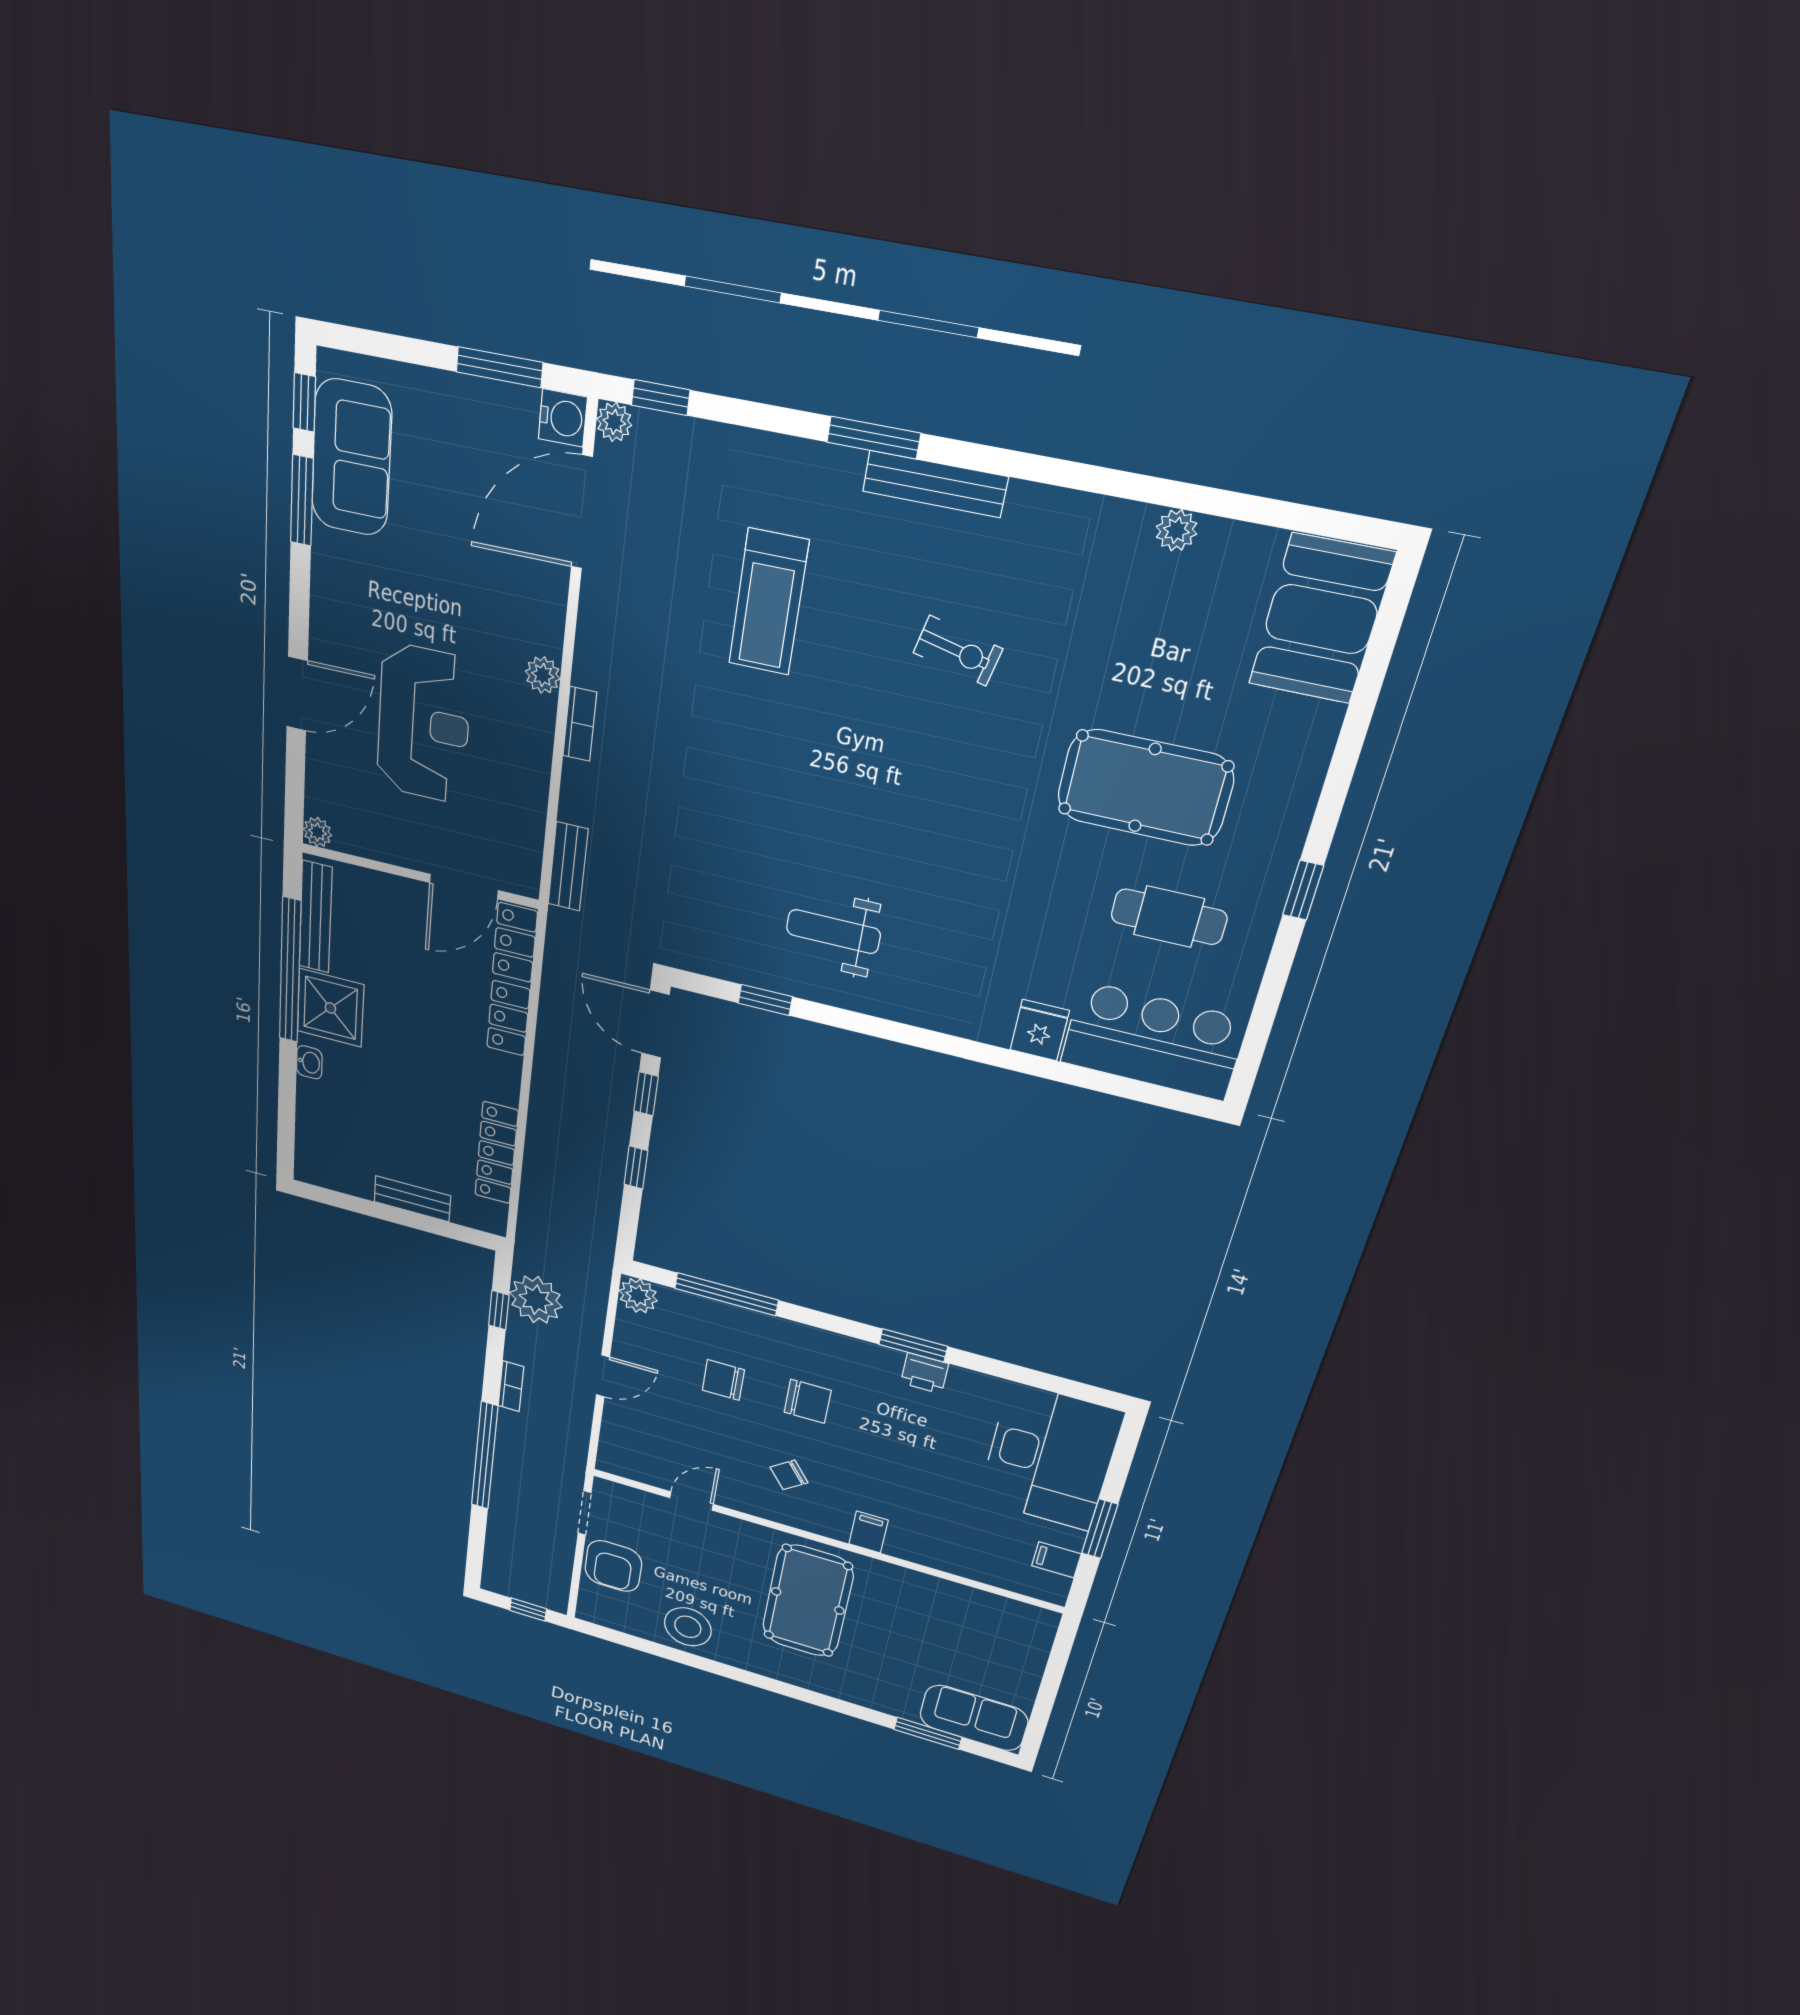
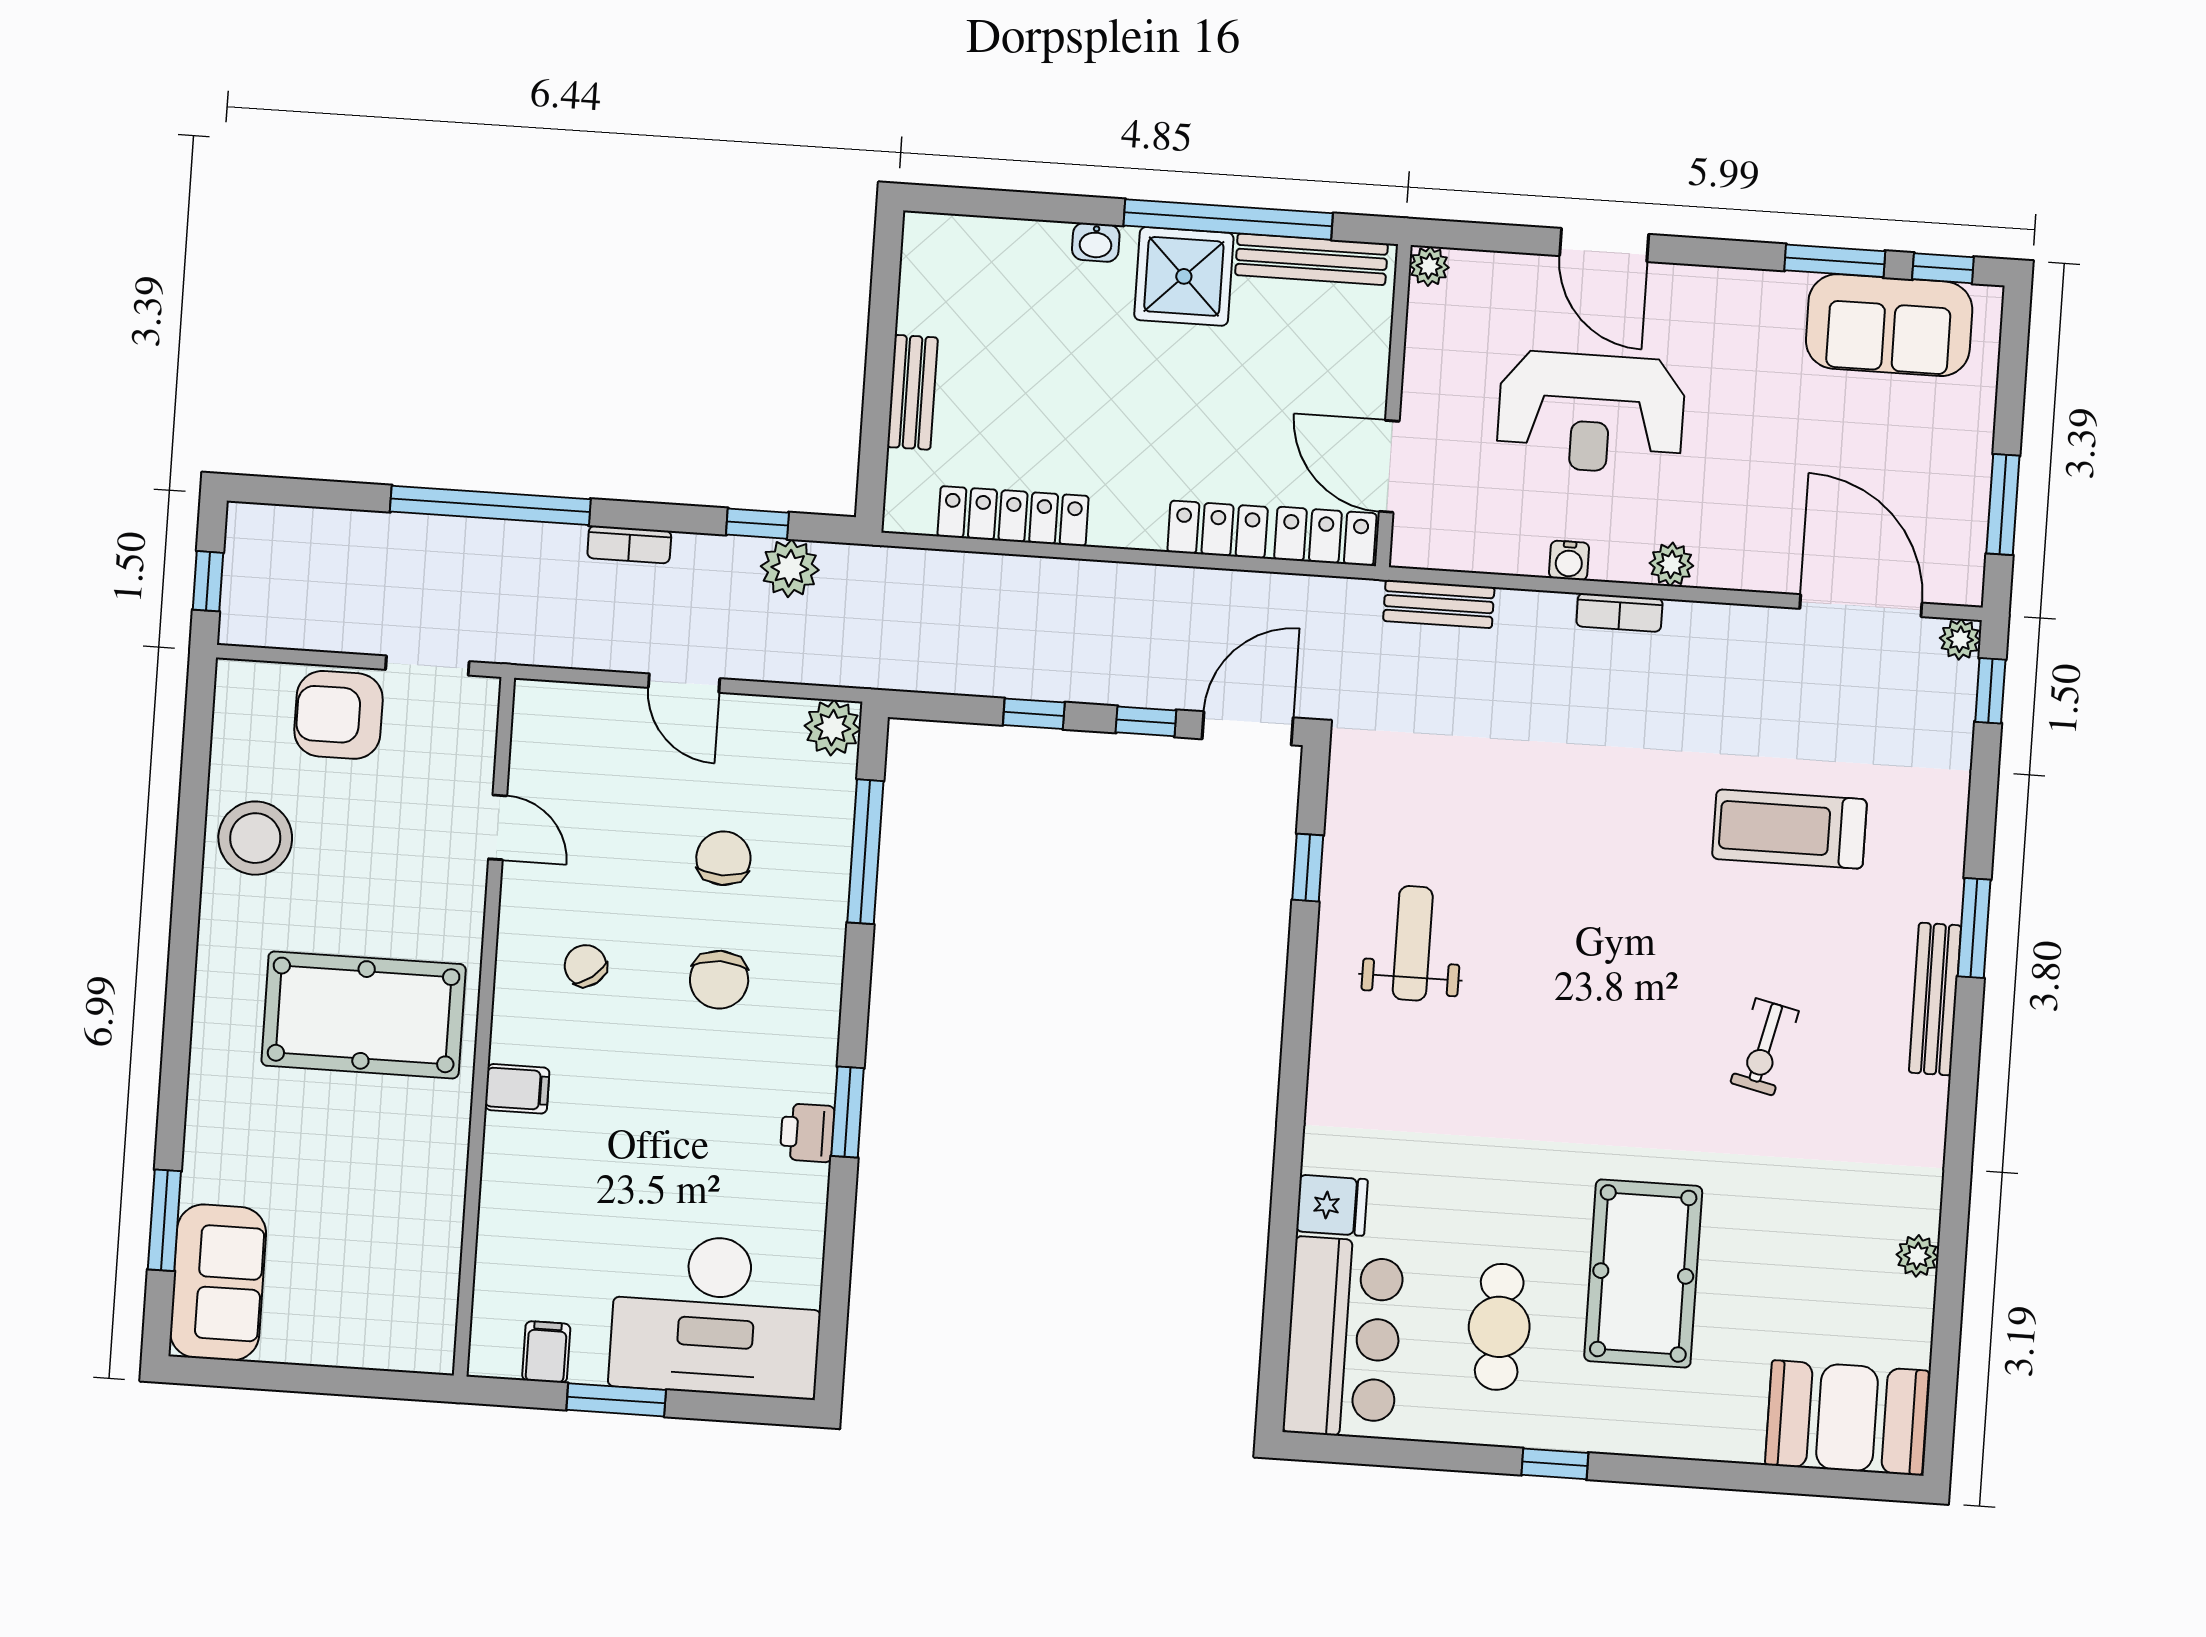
water cooler: (563, 418) -> (1569, 560), moved, width x0.72, depth x0.72
plant: (536, 1300) -> (790, 568), width x0.73, depth x0.73

